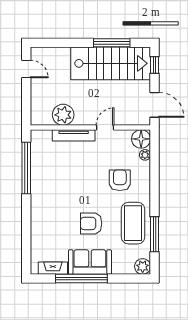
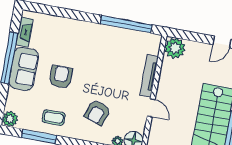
plant: (63, 115) -> (175, 48), moved
armchair: (120, 180) -> (97, 112), turned 109
coffee table: (133, 223) -> (54, 118), width x0.54, depth x0.58

